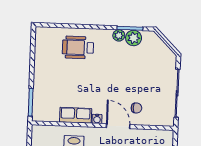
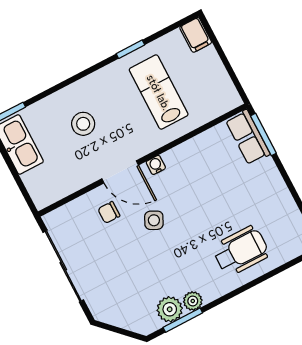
side table: (115, 90) -> (154, 220), added
row of seats: (76, 115) -> (248, 137), moved, turned 90

